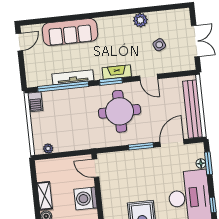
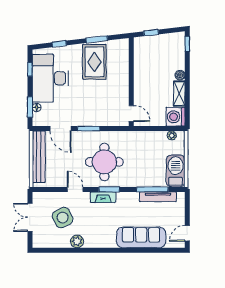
side table: (159, 45) -> (63, 218), width x1.87, depth x1.87
tv unit: (73, 77) -> (158, 197), moved
window: (63, 87) -> (152, 189), width x0.68
barbecue: (35, 102) -> (176, 171), width x1.88, depth x1.53
door: (172, 143) -> (60, 129), hinge flipped
washing machine: (85, 198) -> (175, 117), moved, turned 180

